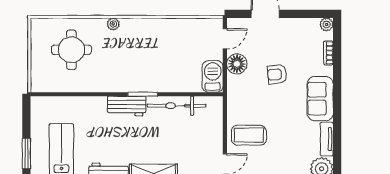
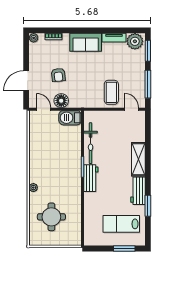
armchair: (277, 74) -> (58, 75), moved

